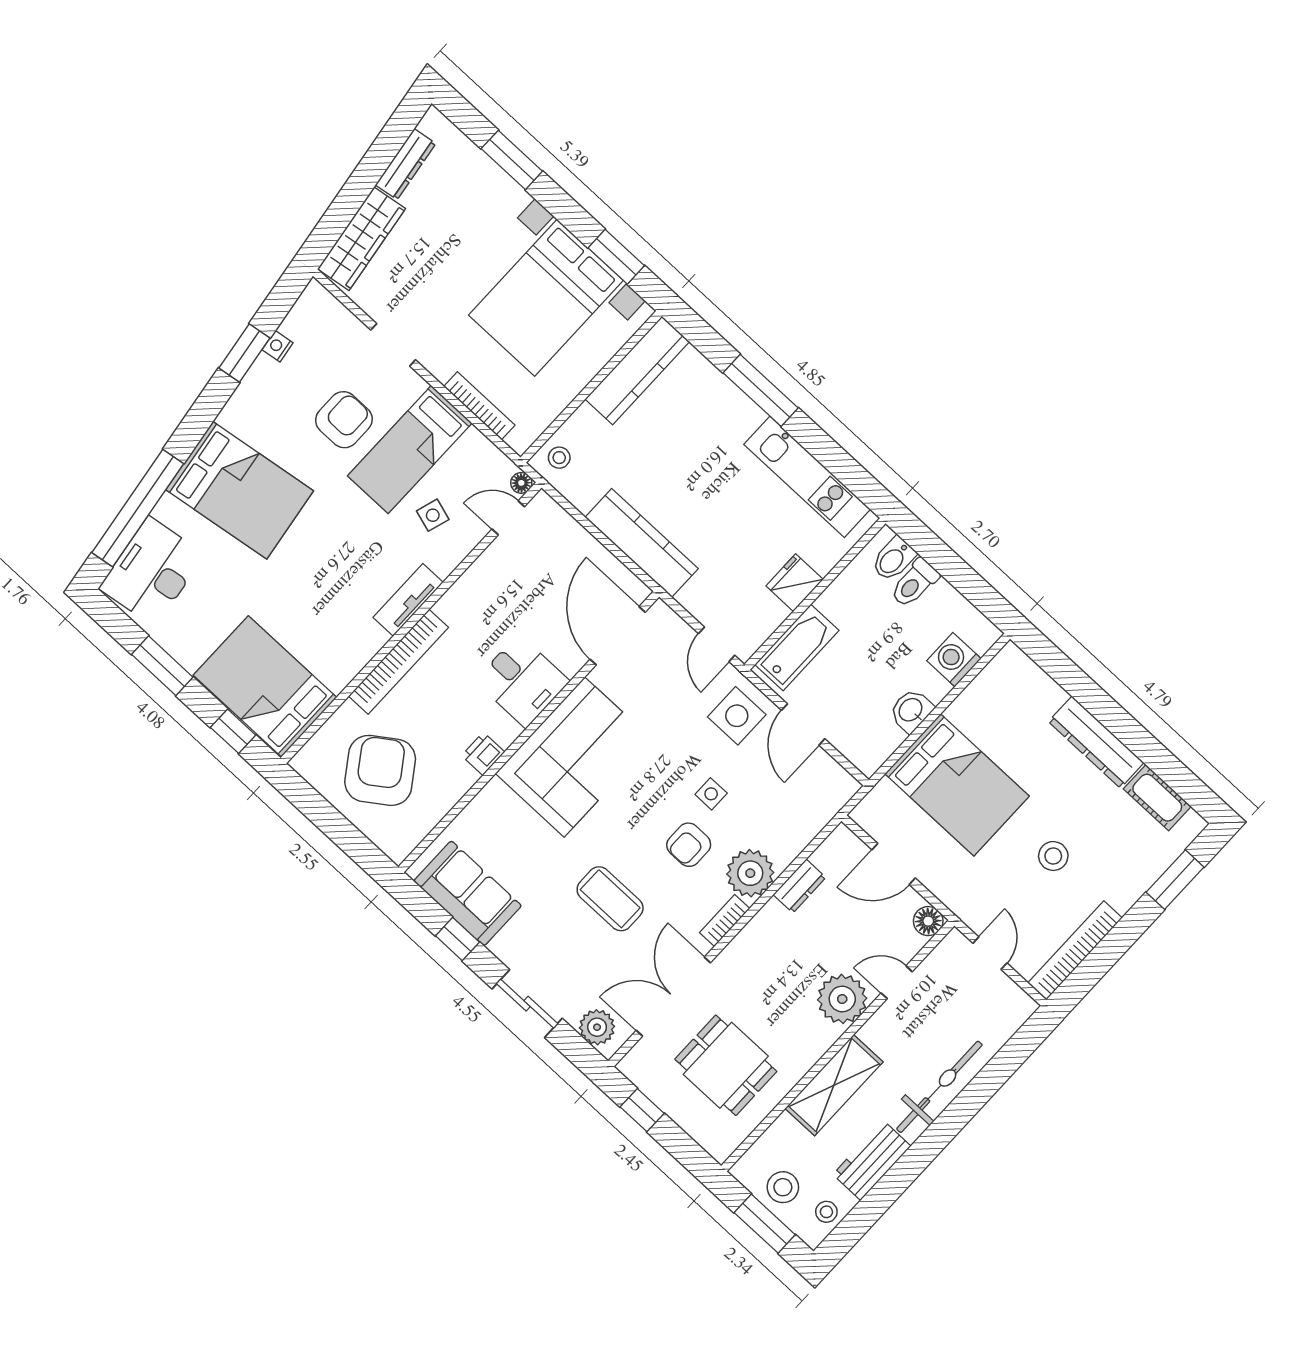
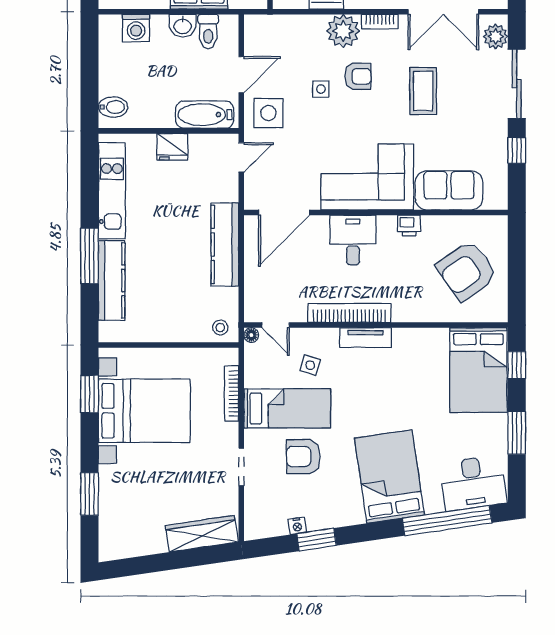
dresser: (406, 164) -> (142, 547), removed
kitchen counter: (637, 370) -> (112, 280), moved, turned 90
toilet: (914, 583) -> (208, 31), moved, turned 90
bookcase: (399, 662) -> (349, 313), moved
sofa: (468, 893) -> (449, 190), moved, turned 90
sliding door: (527, 1004) -> (517, 84), width x1.37

